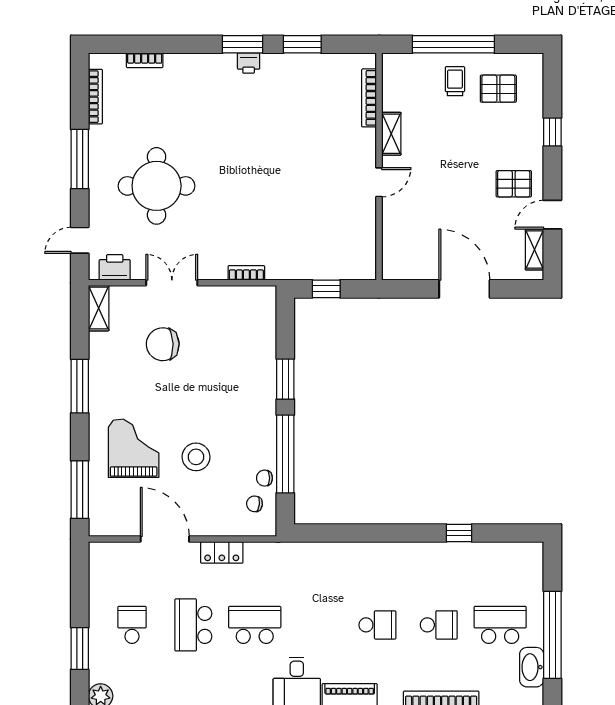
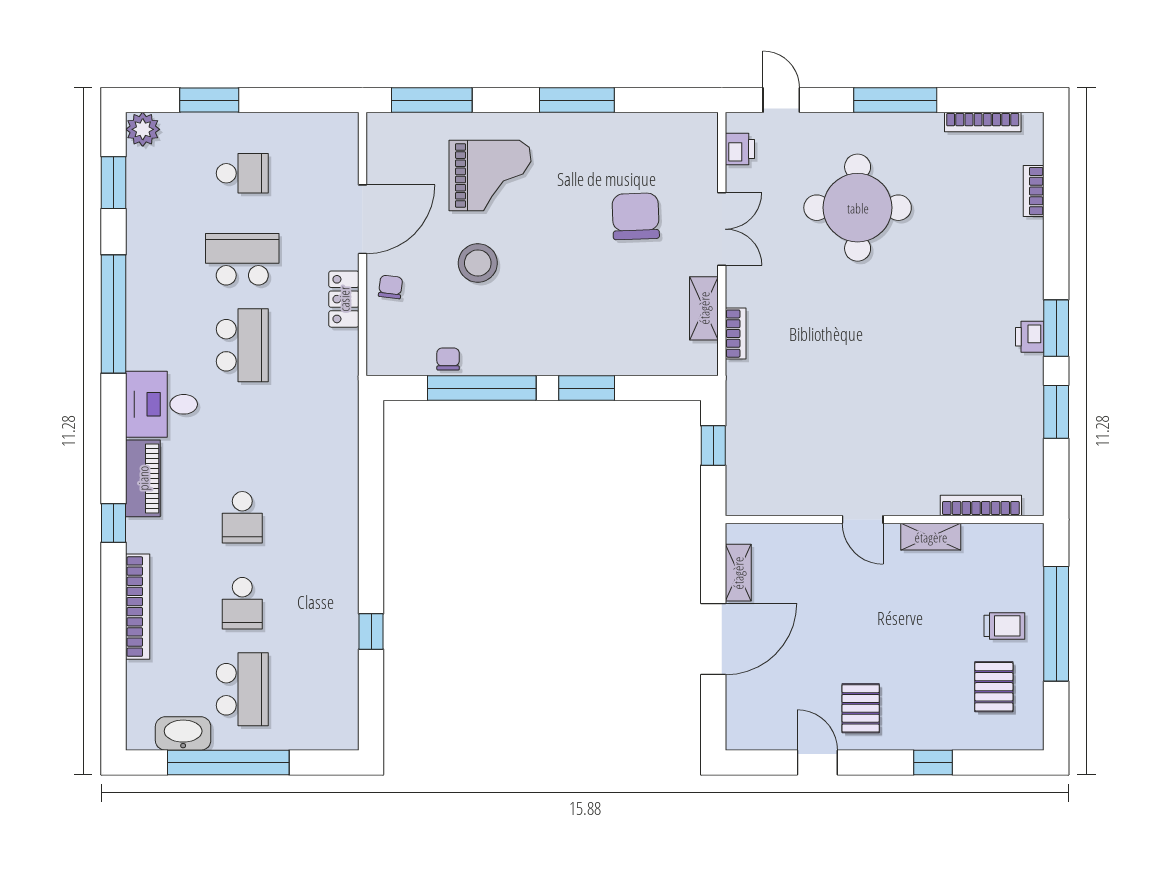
shelving: (535, 250) -> (738, 573), moved, turned 90
printer: (115, 267) -> (740, 149), width x0.73, depth x0.81
shelving: (99, 308) -> (704, 308), moved, turned 90
chair: (254, 504) -> (391, 287), moved

